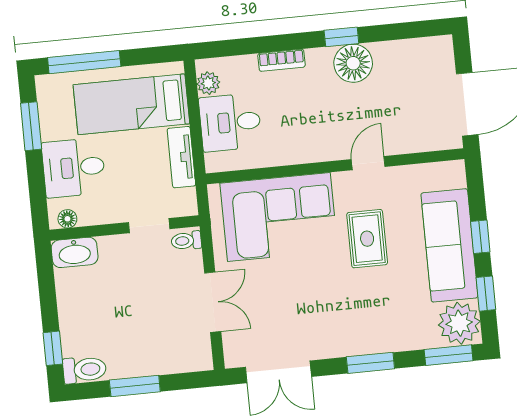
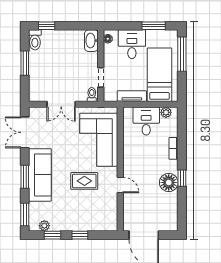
sofa: (449, 245) -> (40, 175), moved, turned 90
plant: (459, 323) -> (44, 226), width x0.53, depth x0.53

